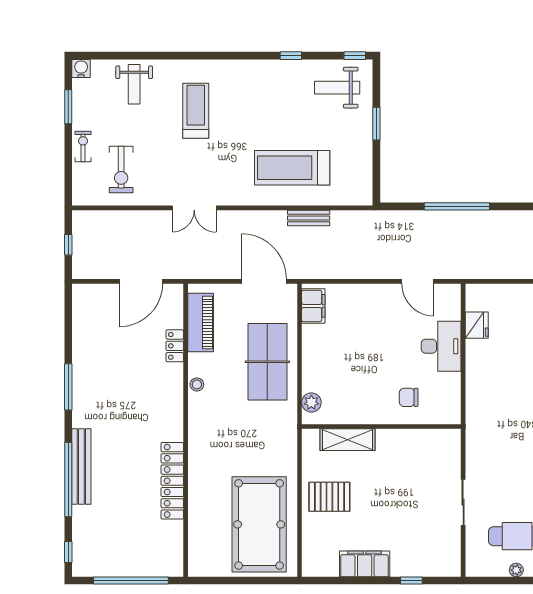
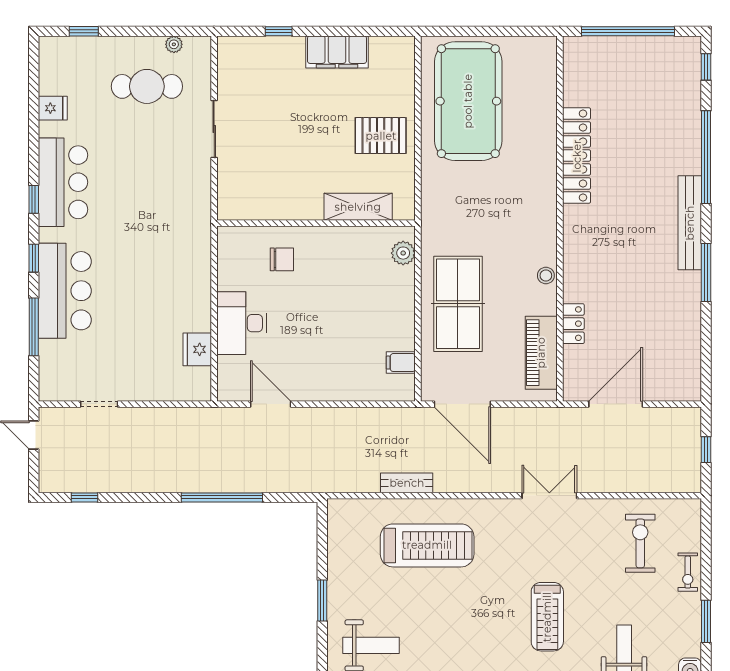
filing cabinet: (313, 306) -> (401, 363), width x0.50
bench: (81, 467) -> (690, 223), moved
plant: (516, 570) -> (174, 44), moved

